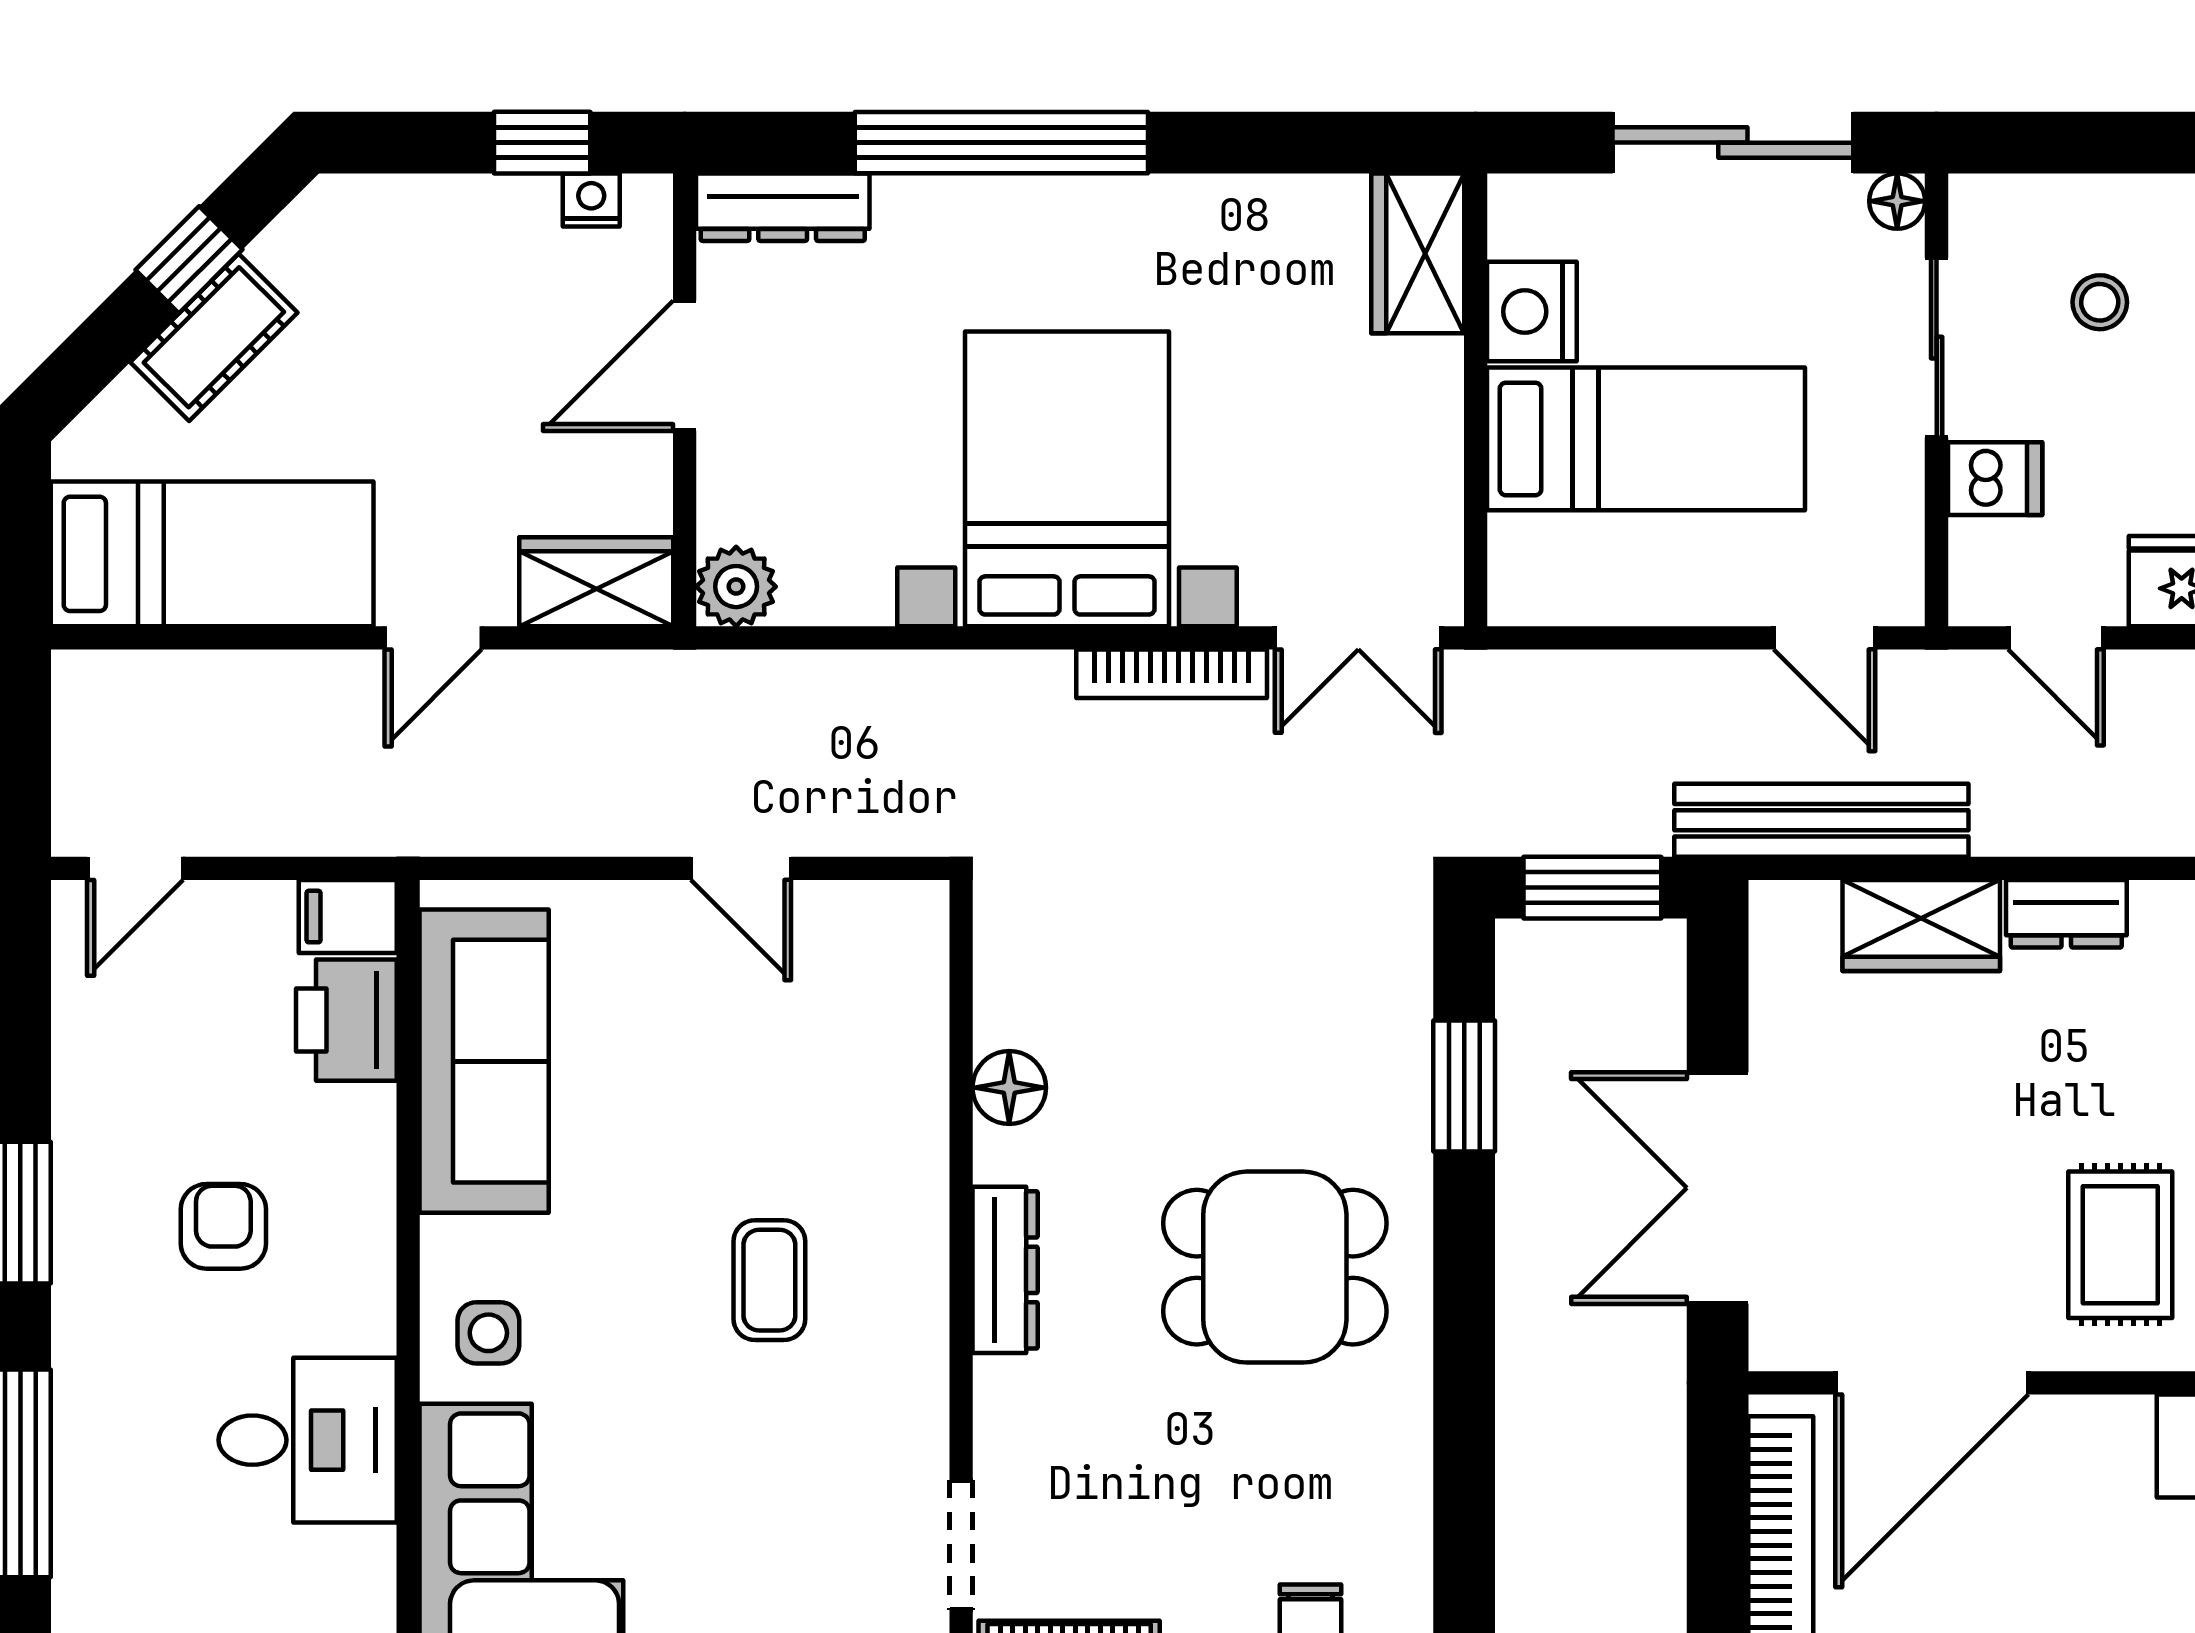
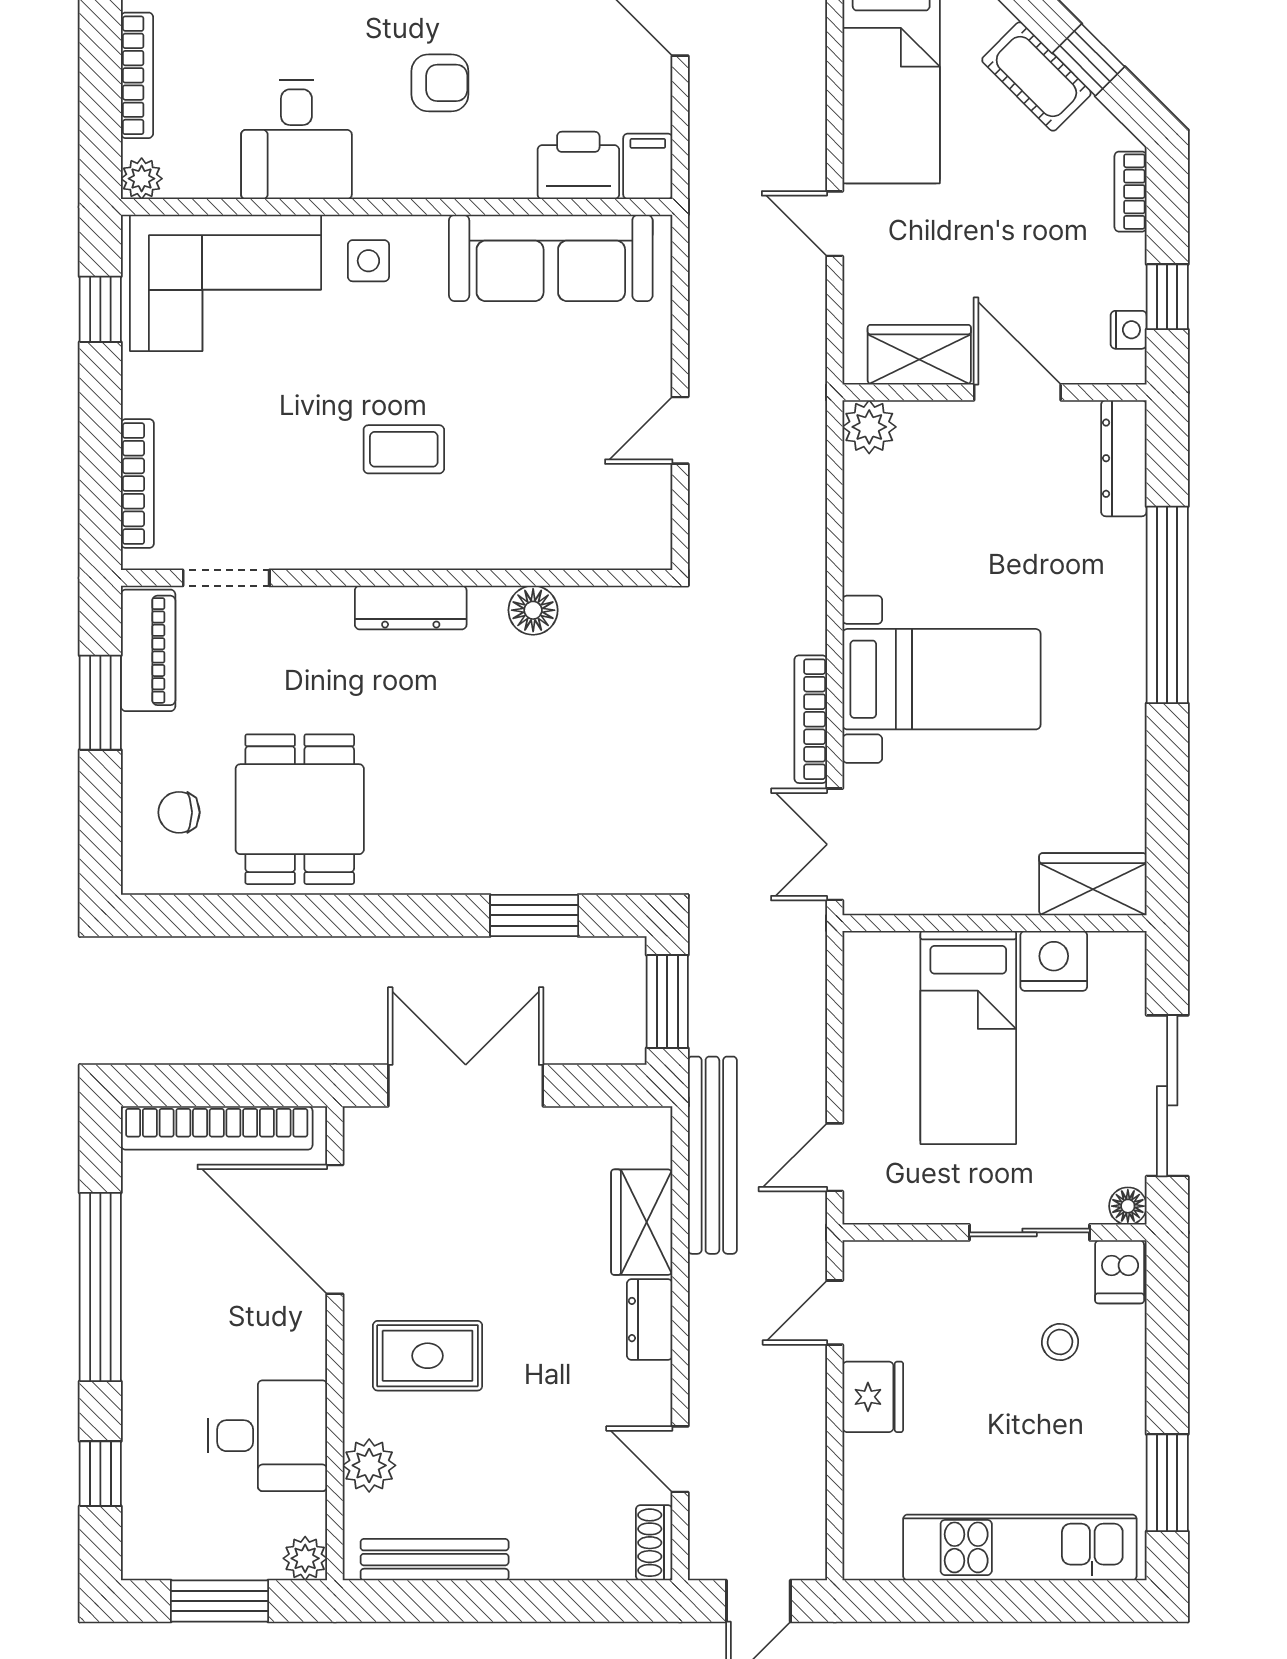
bookcase: (385, 197) -> (1131, 192), added
bed with nightstands: (1067, 479) -> (941, 679), width x0.73
dishwasher: (1995, 479) -> (1120, 1272), moved
wardrobe: (596, 582) -> (919, 355), moved, turned -90
dining table: (1275, 1267) -> (300, 809), moved

